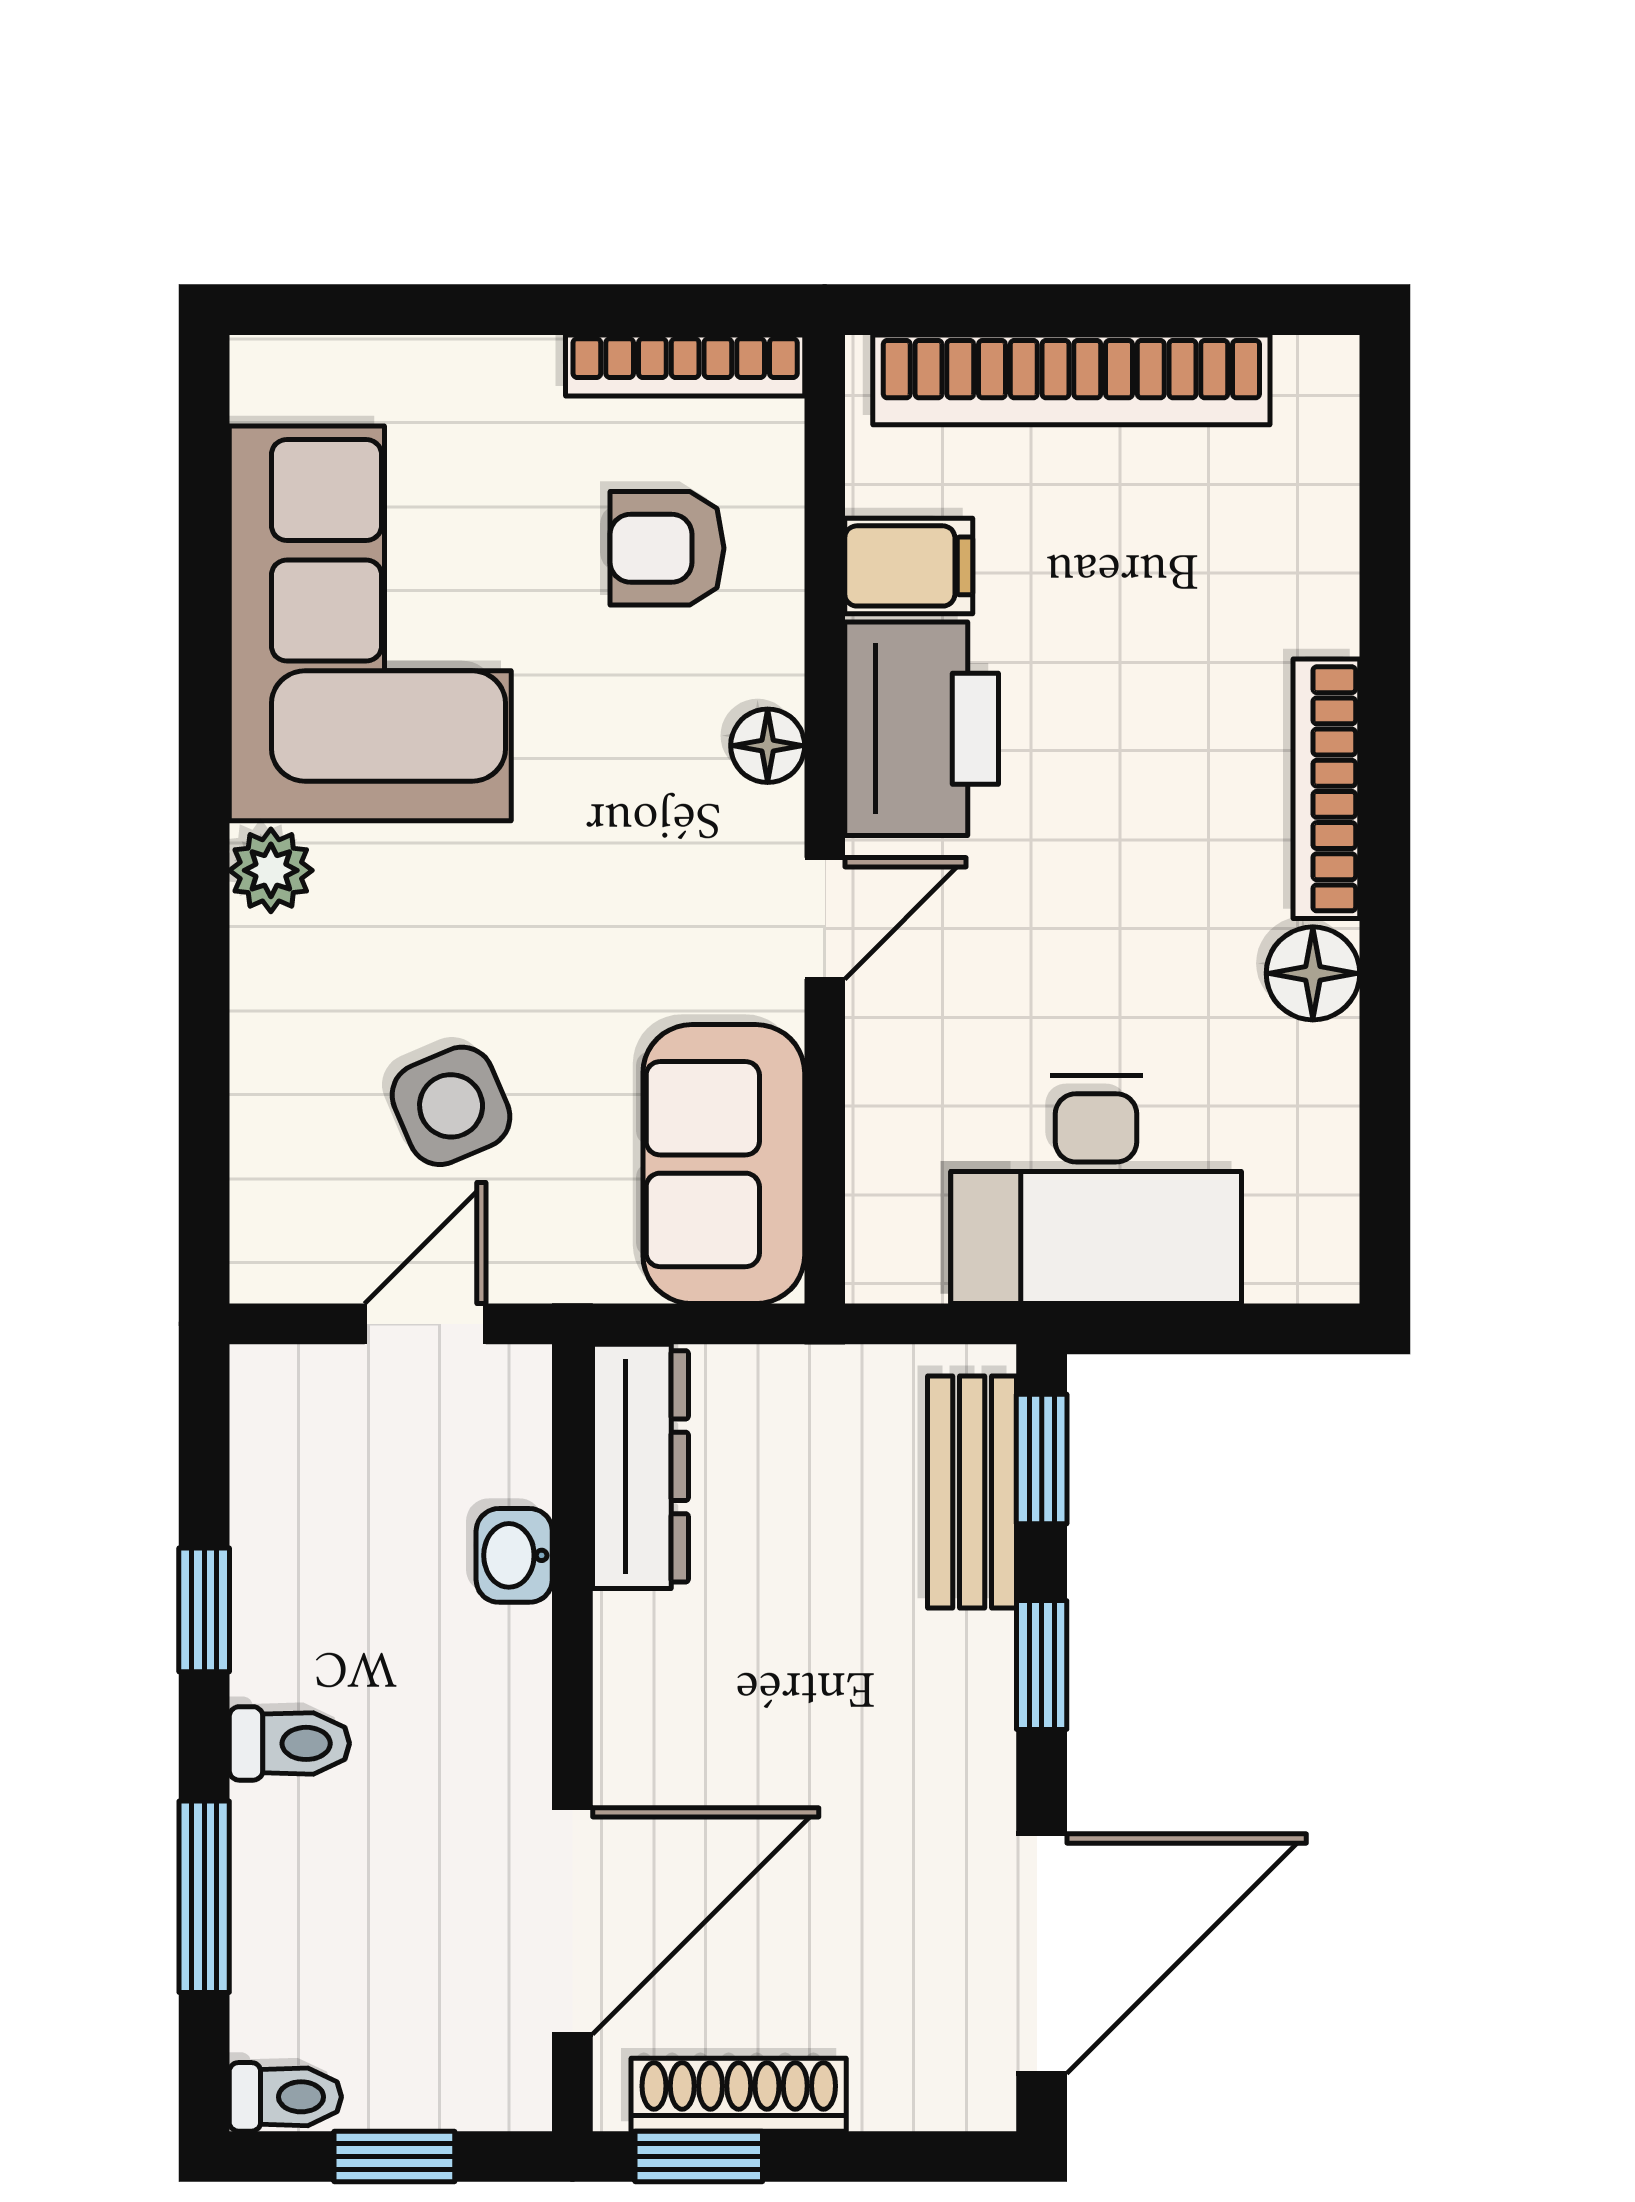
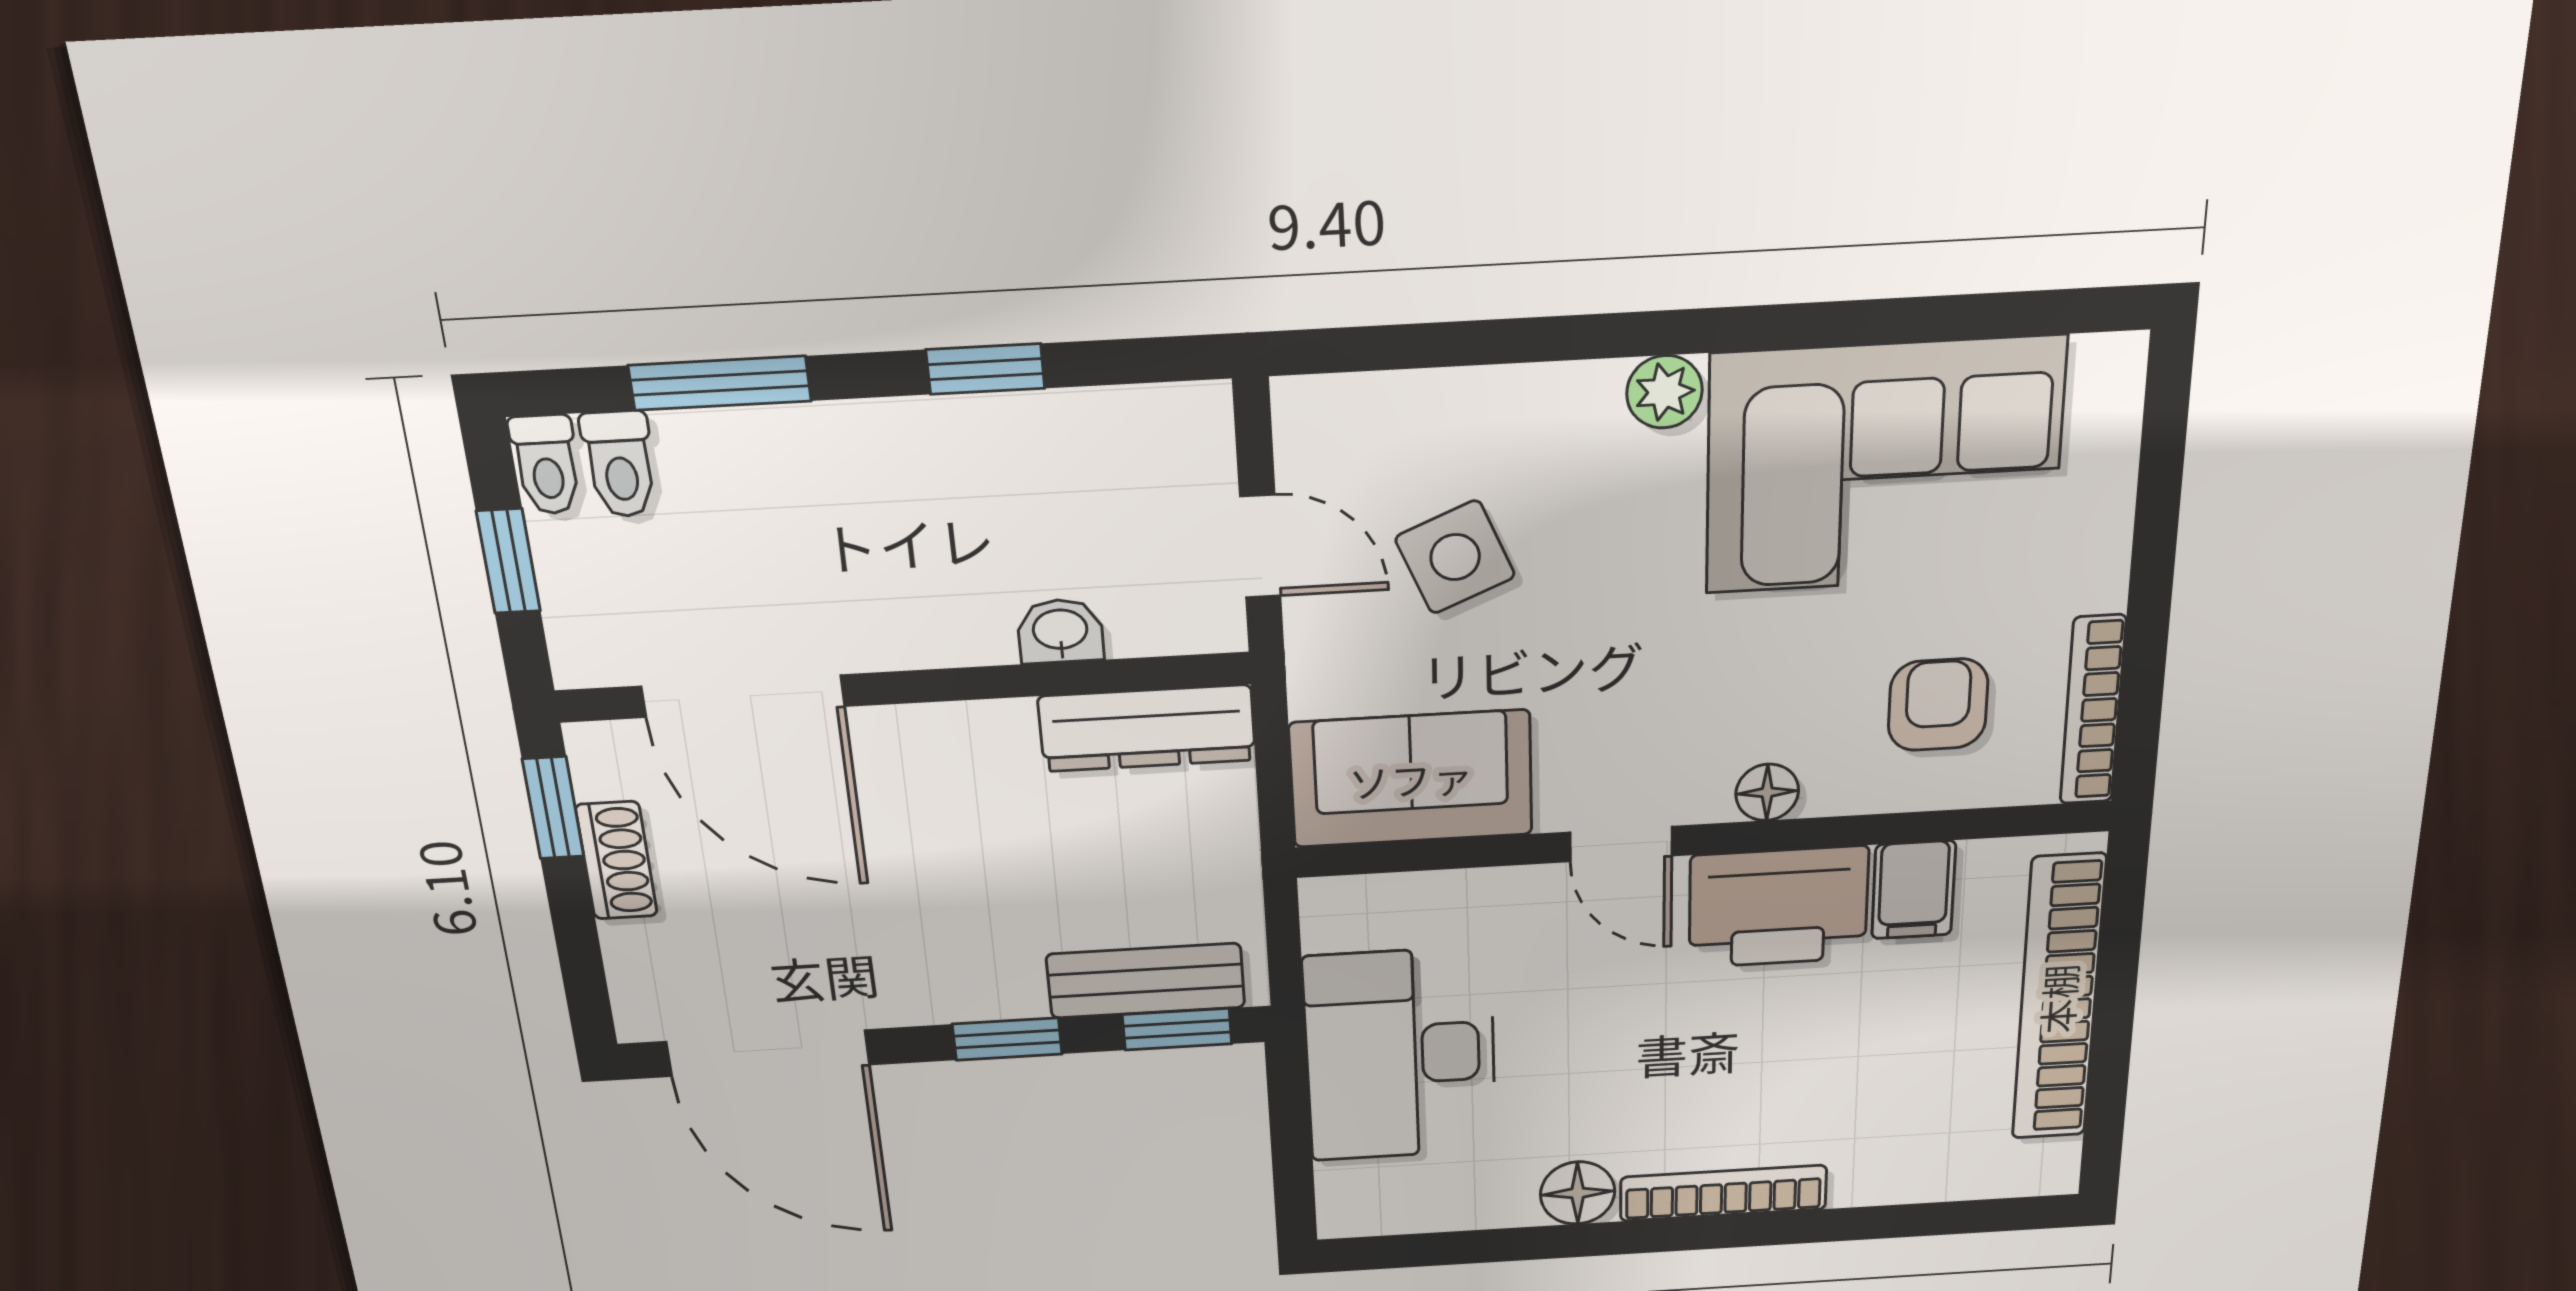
toilet: (289, 1743) -> (620, 464), moved
shoe rack: (739, 2095) -> (617, 860), width x0.70

